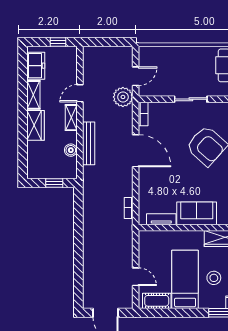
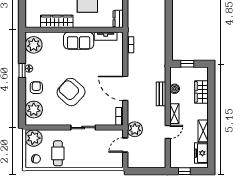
wardrobe: (35, 125) -> (201, 92), moved
bench: (89, 143) -> (161, 94), width x0.73
dresser: (145, 242) -> (118, 19), added

